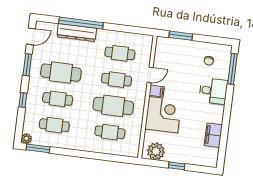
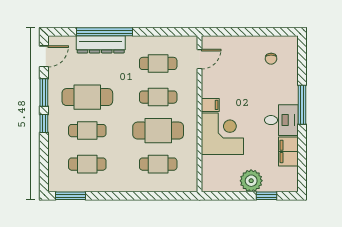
window: (181, 36) -> (232, 32), removed
window: (232, 69) -> (302, 105), moved
door: (150, 75) -> (200, 59), moved
desk: (213, 91) -> (281, 120), moved
window: (23, 100) -> (44, 123), moved
plant: (26, 138) -> (54, 185), removed
plant: (156, 151) -> (251, 181), moved
window: (177, 166) -> (267, 196), moved

